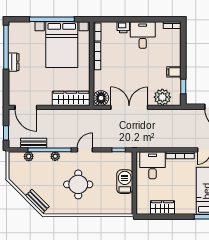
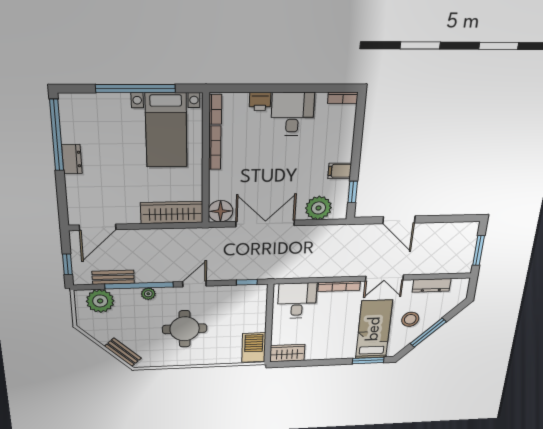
bed with nightstands: (62, 45) -> (166, 130), width x0.73
door: (26, 107) -> (98, 227), hinge flipped
plant: (29, 156) -> (100, 301), width x1.88, depth x1.88
barbecue: (125, 182) -> (254, 348), moved
wardrobe: (162, 207) -> (287, 353), moved

